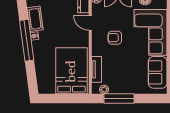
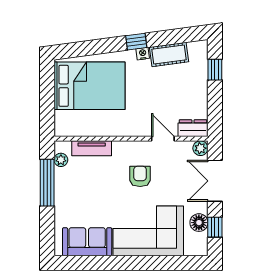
door: (90, 23) -> (163, 139), hinge flipped
window: (27, 40) -> (136, 42), width x0.32
bed: (71, 71) -> (89, 86), moved

